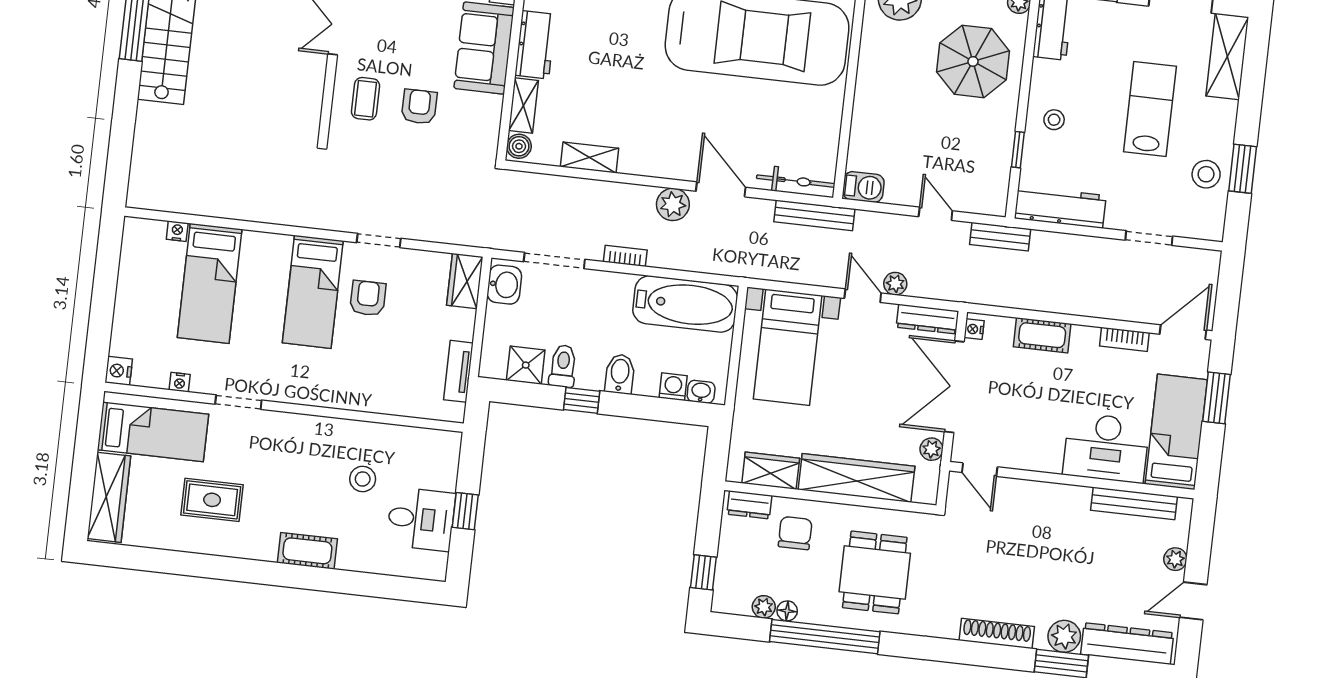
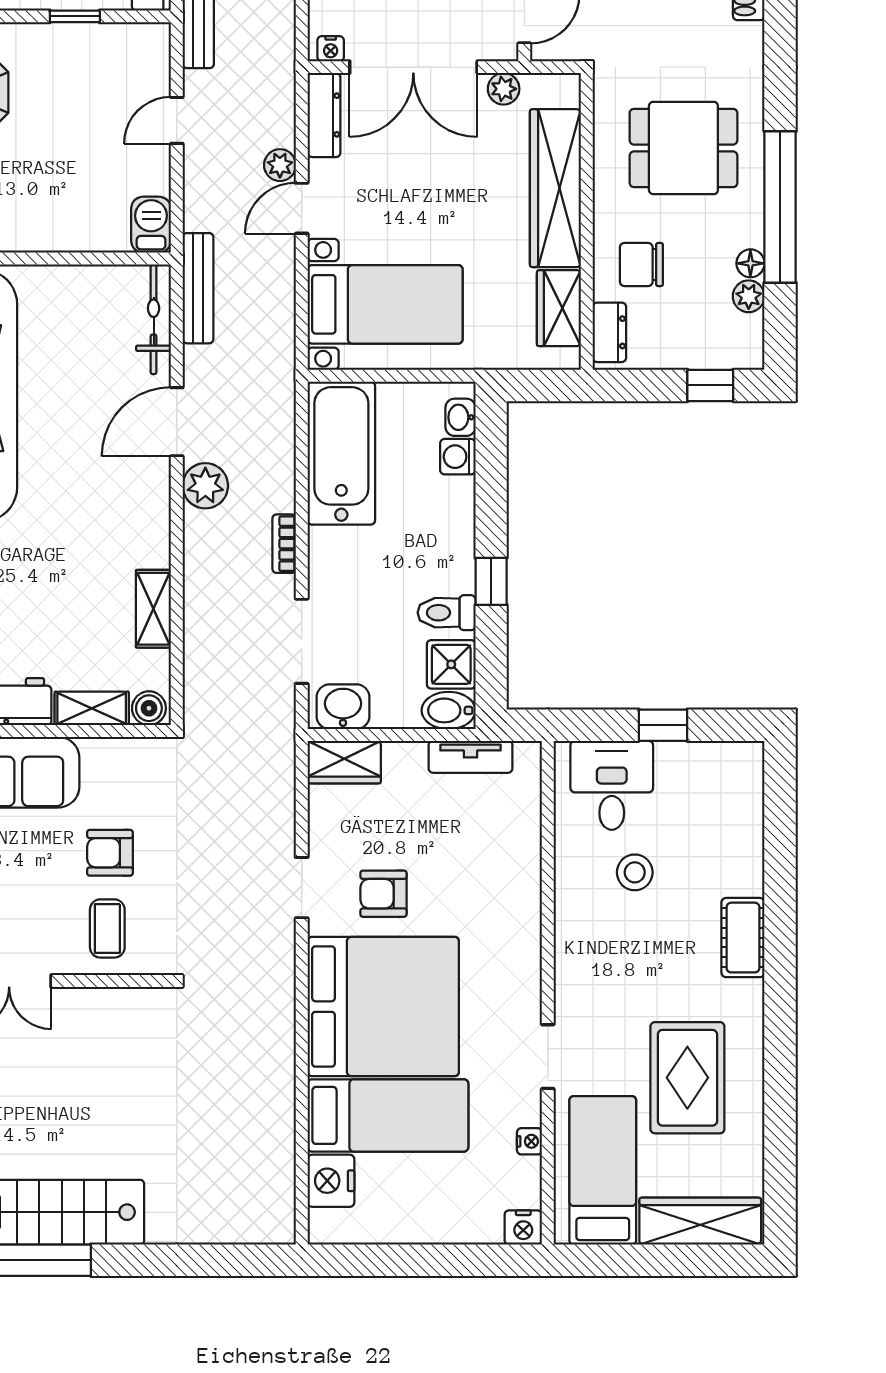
coffee table: (366, 99) -> (107, 928), turned 90
nightstand: (177, 231) -> (331, 1181), width x1.89, depth x1.79
bed: (313, 292) -> (383, 1007), width x2.04
bidet: (620, 374) -> (449, 710), moved
rug: (212, 500) -> (687, 1078), width x1.36, depth x1.43
desk: (421, 519) -> (612, 785), moved

